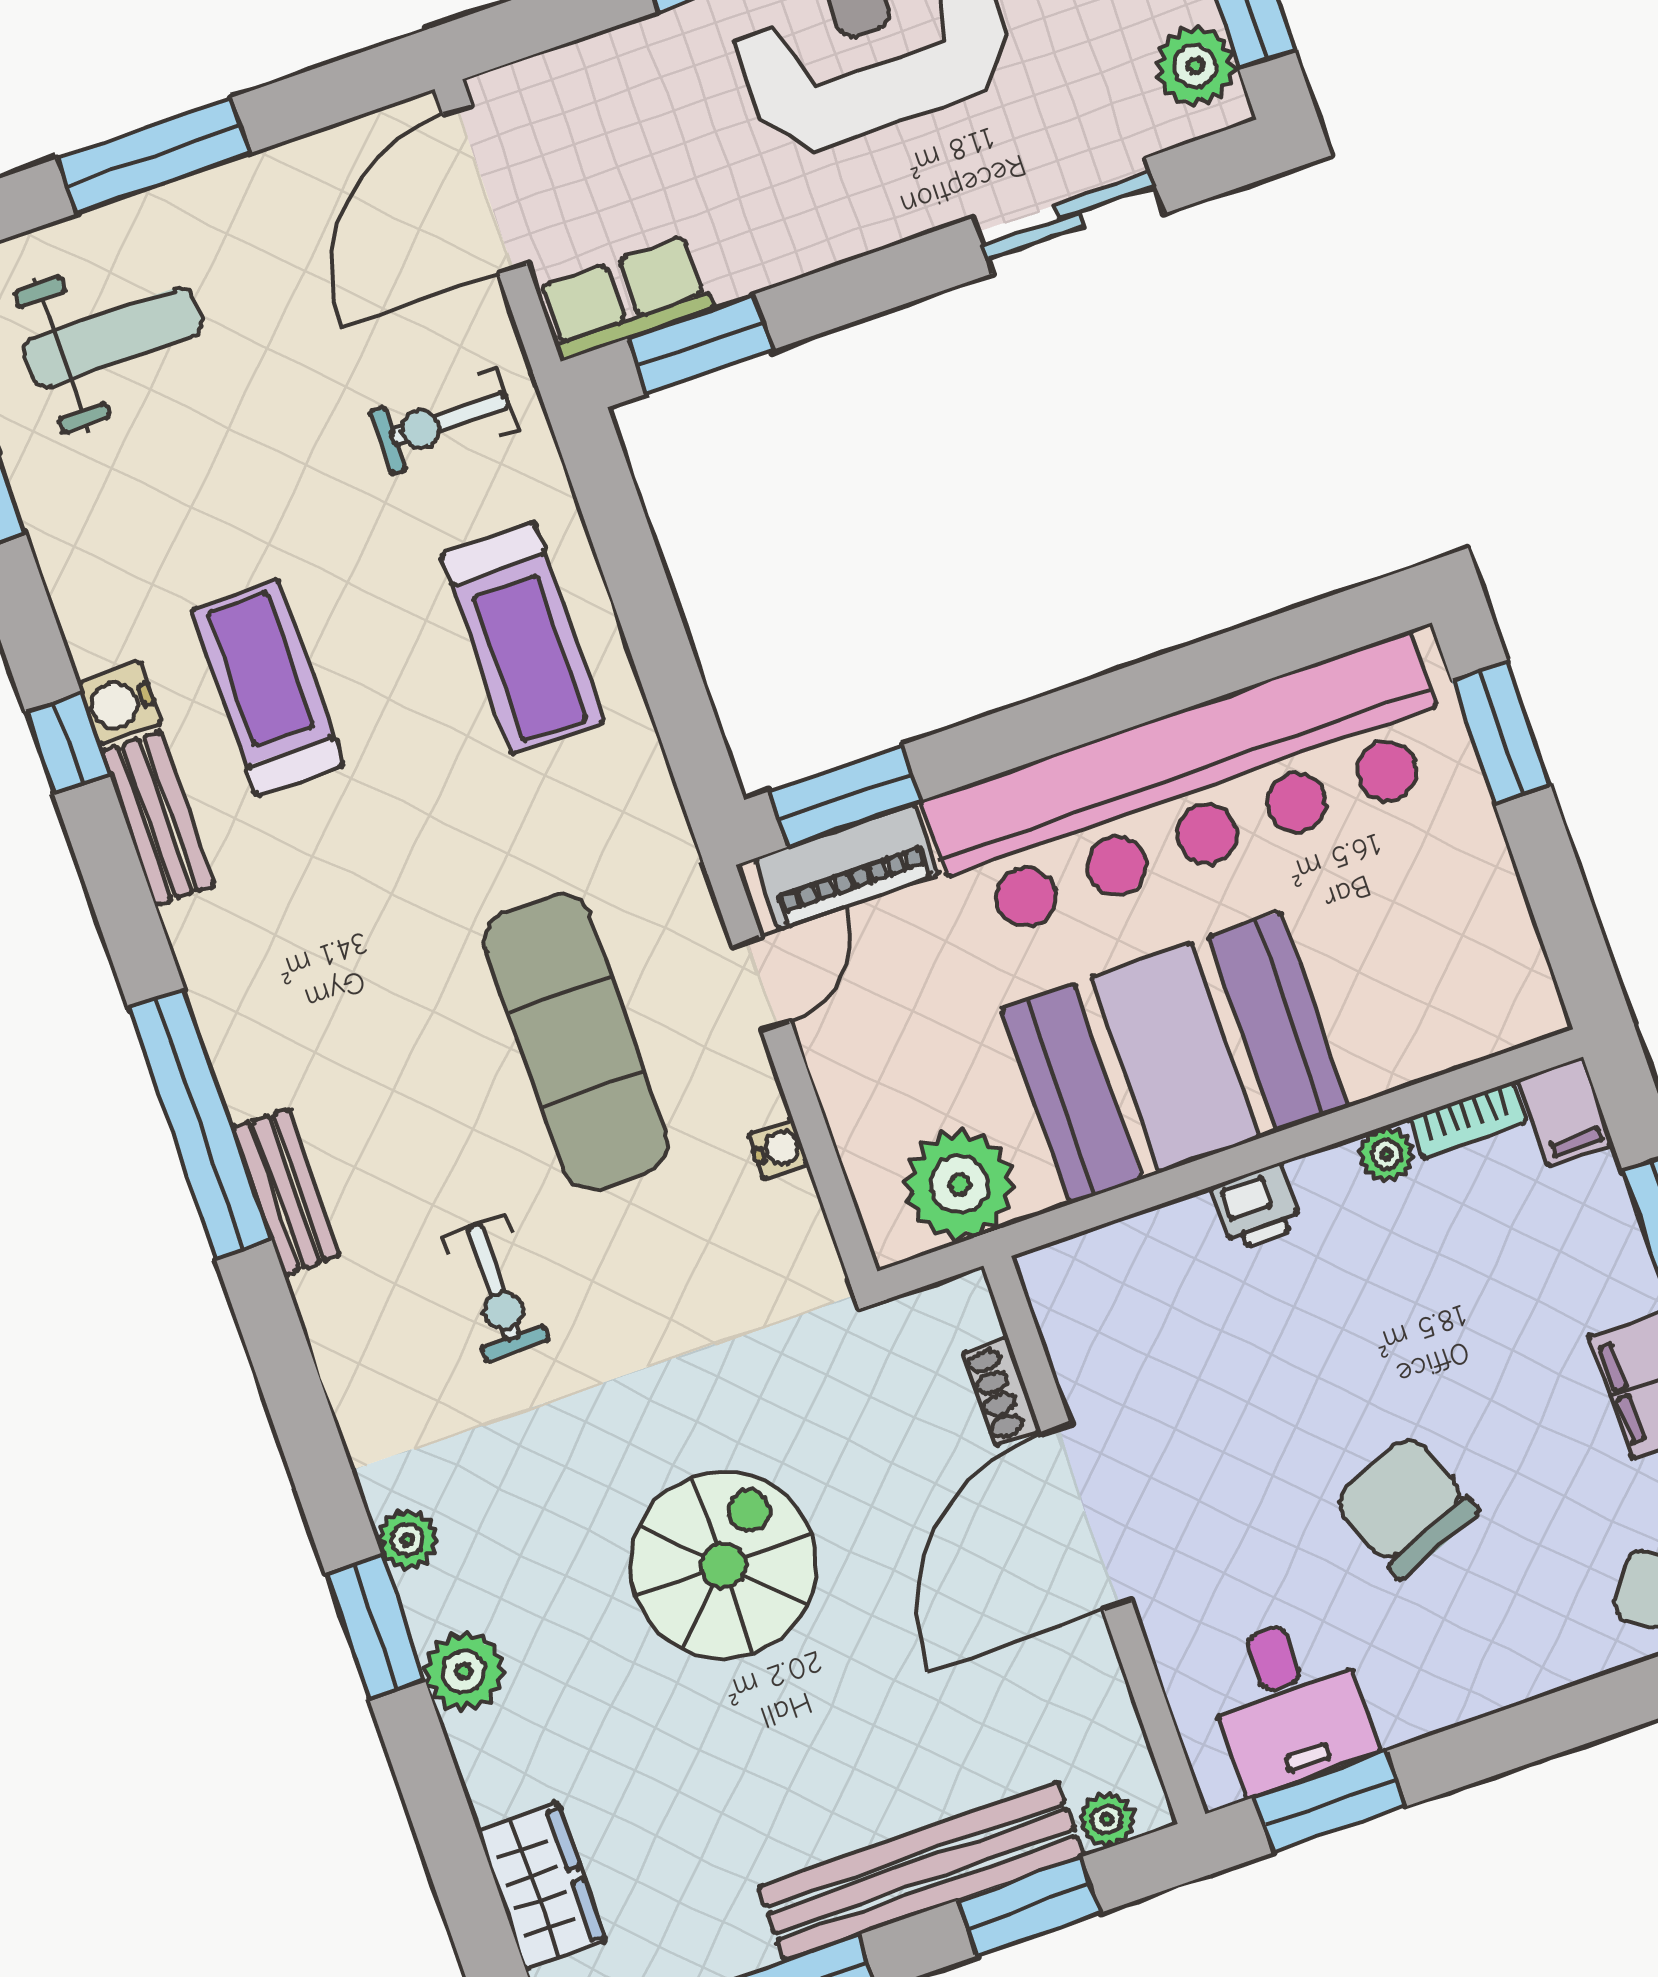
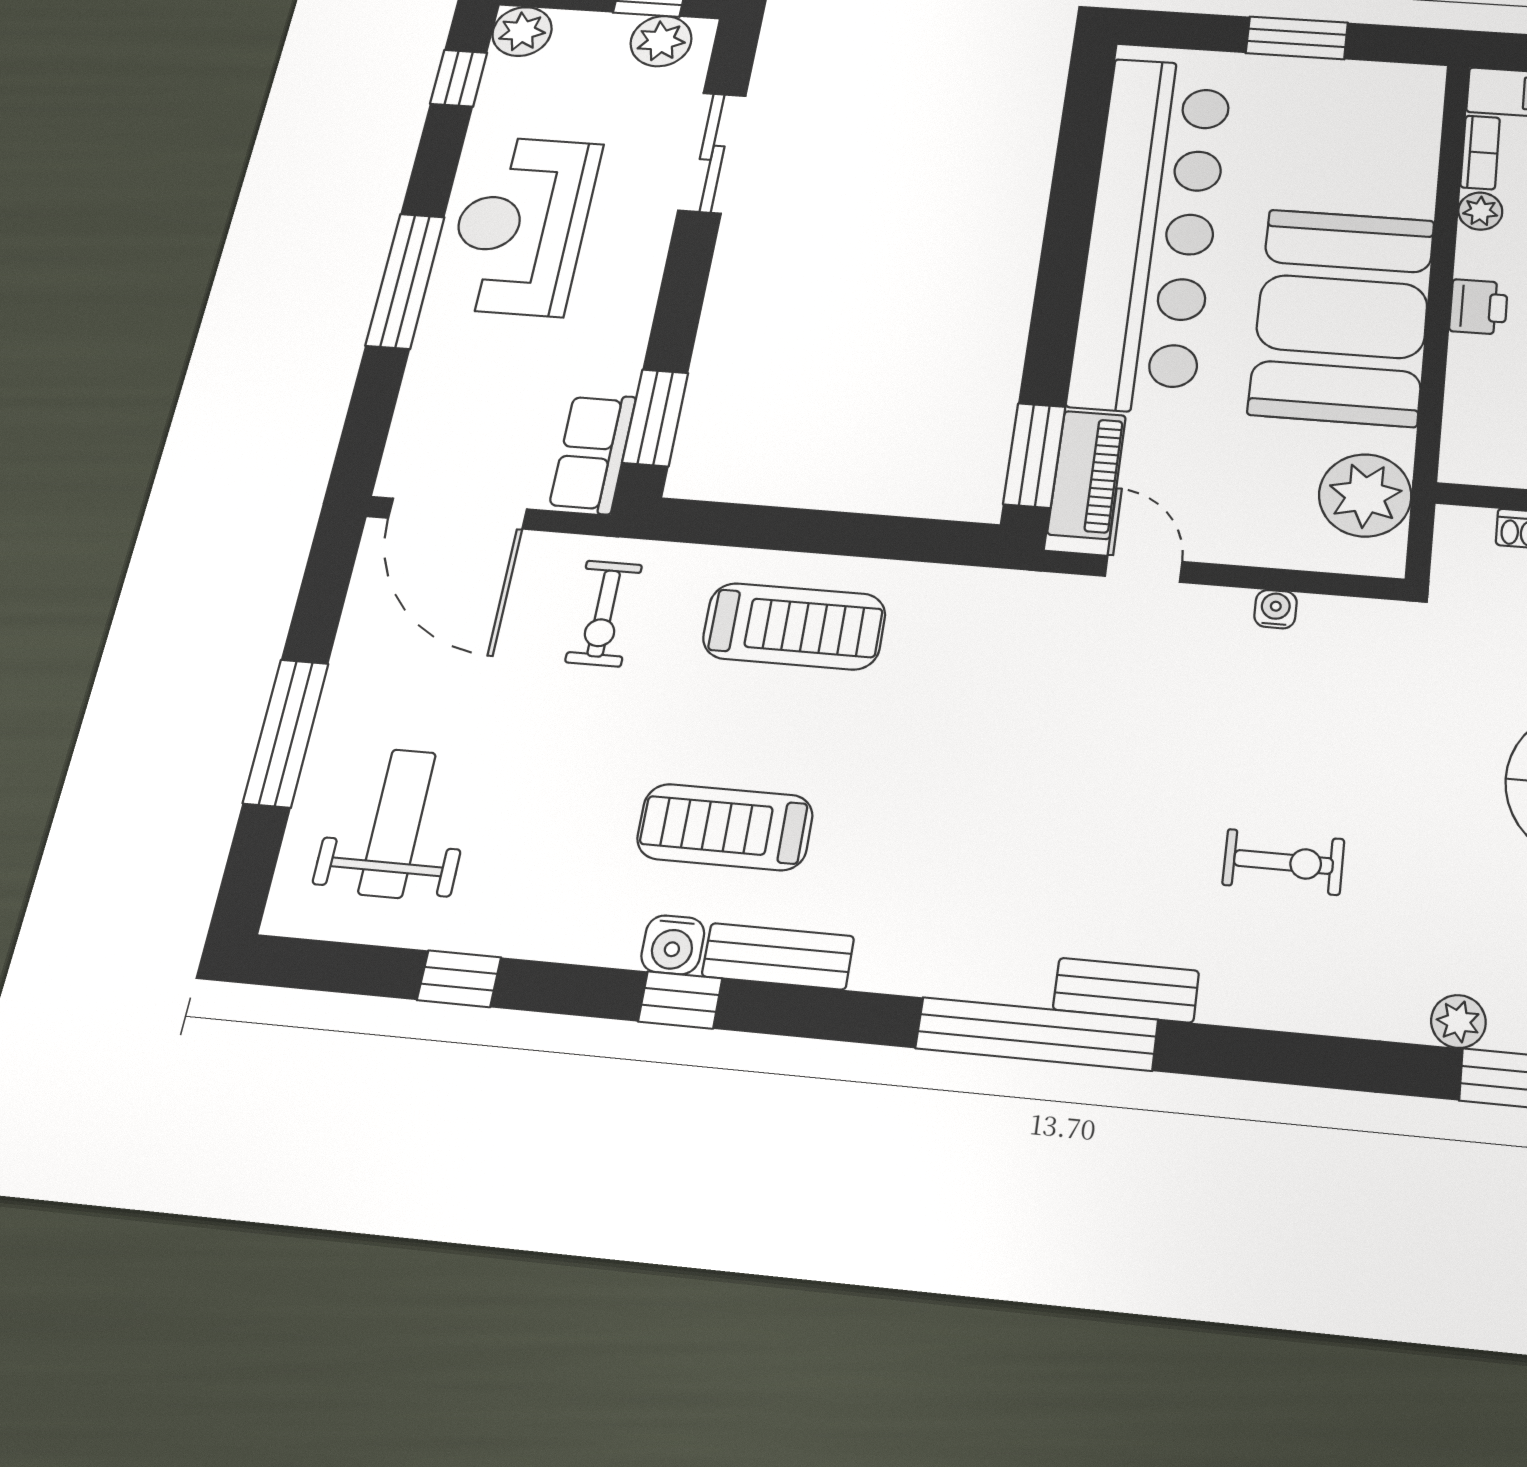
window: (1501, 733) -> (1297, 38), moved
exercise mat: (576, 1042) -> (1119, 719), removed

